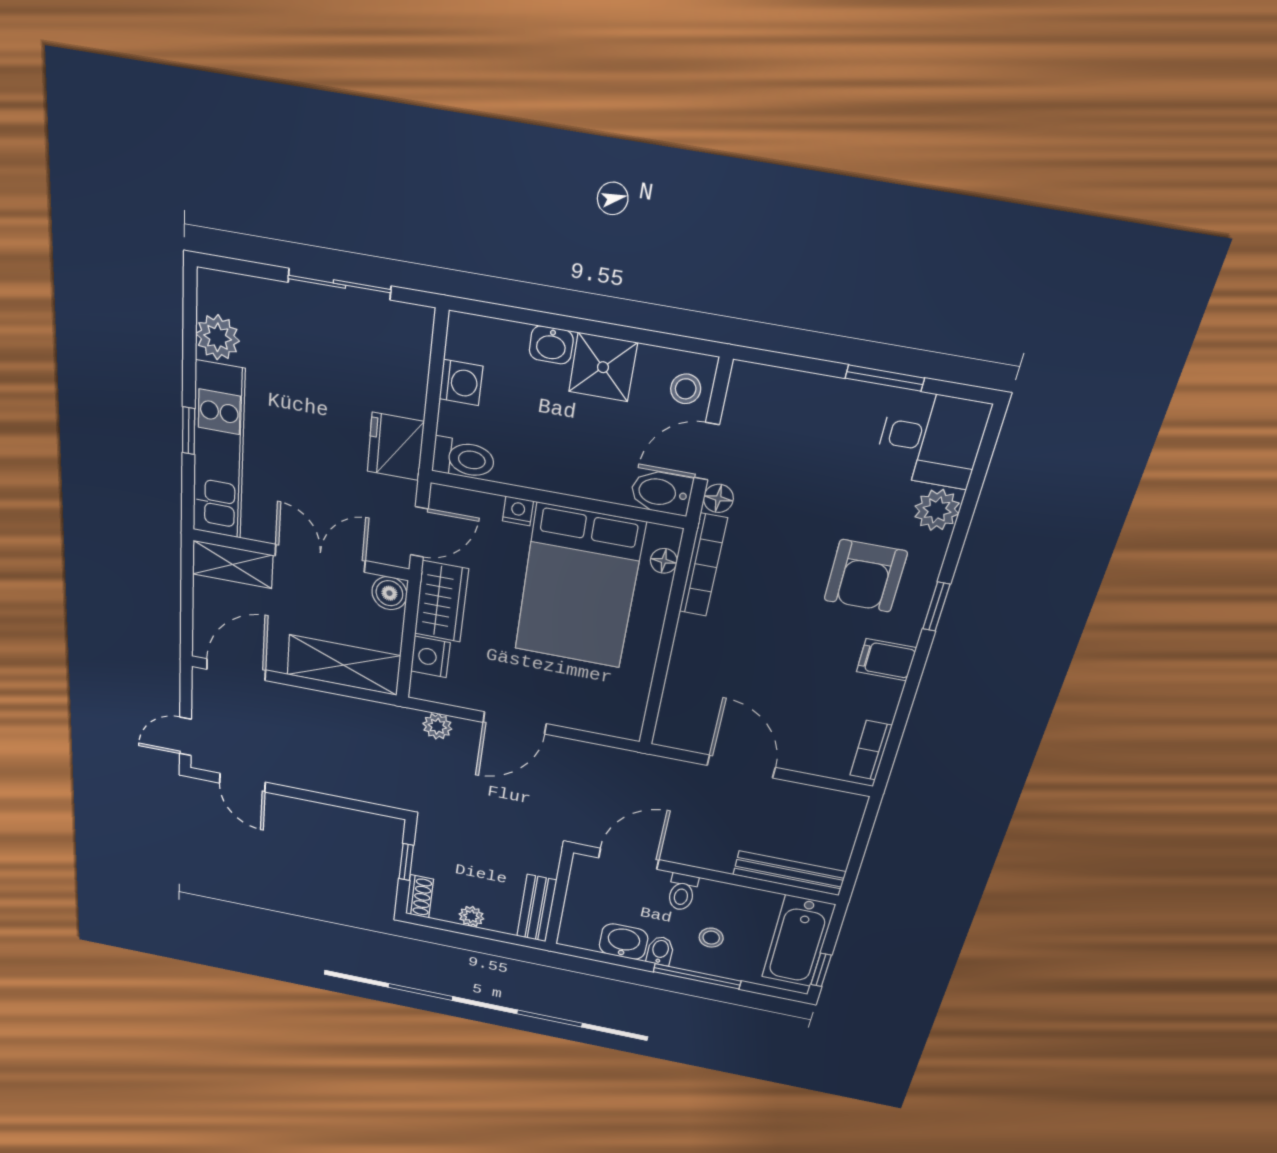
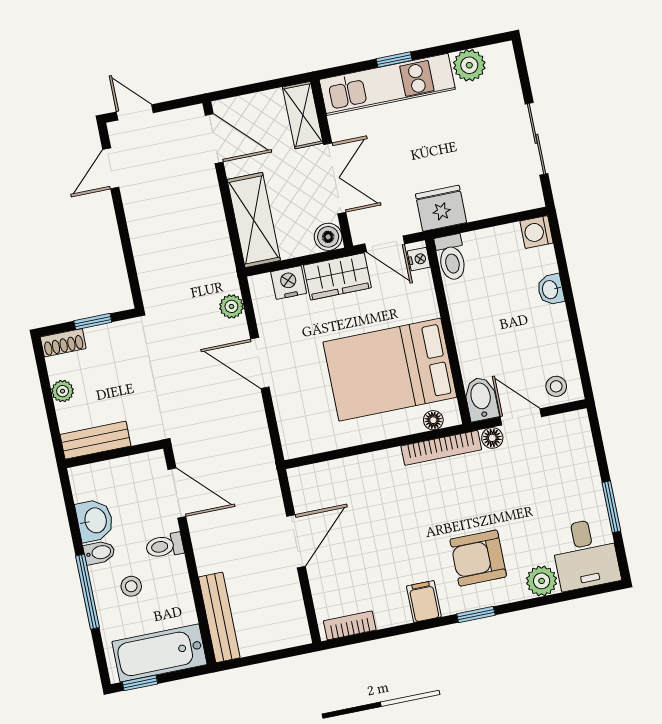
shower: (603, 367) -> (549, 328), removed
washing machine: (461, 383) -> (536, 232), moved, turned 90
nightstand: (518, 511) -> (419, 259), moved

